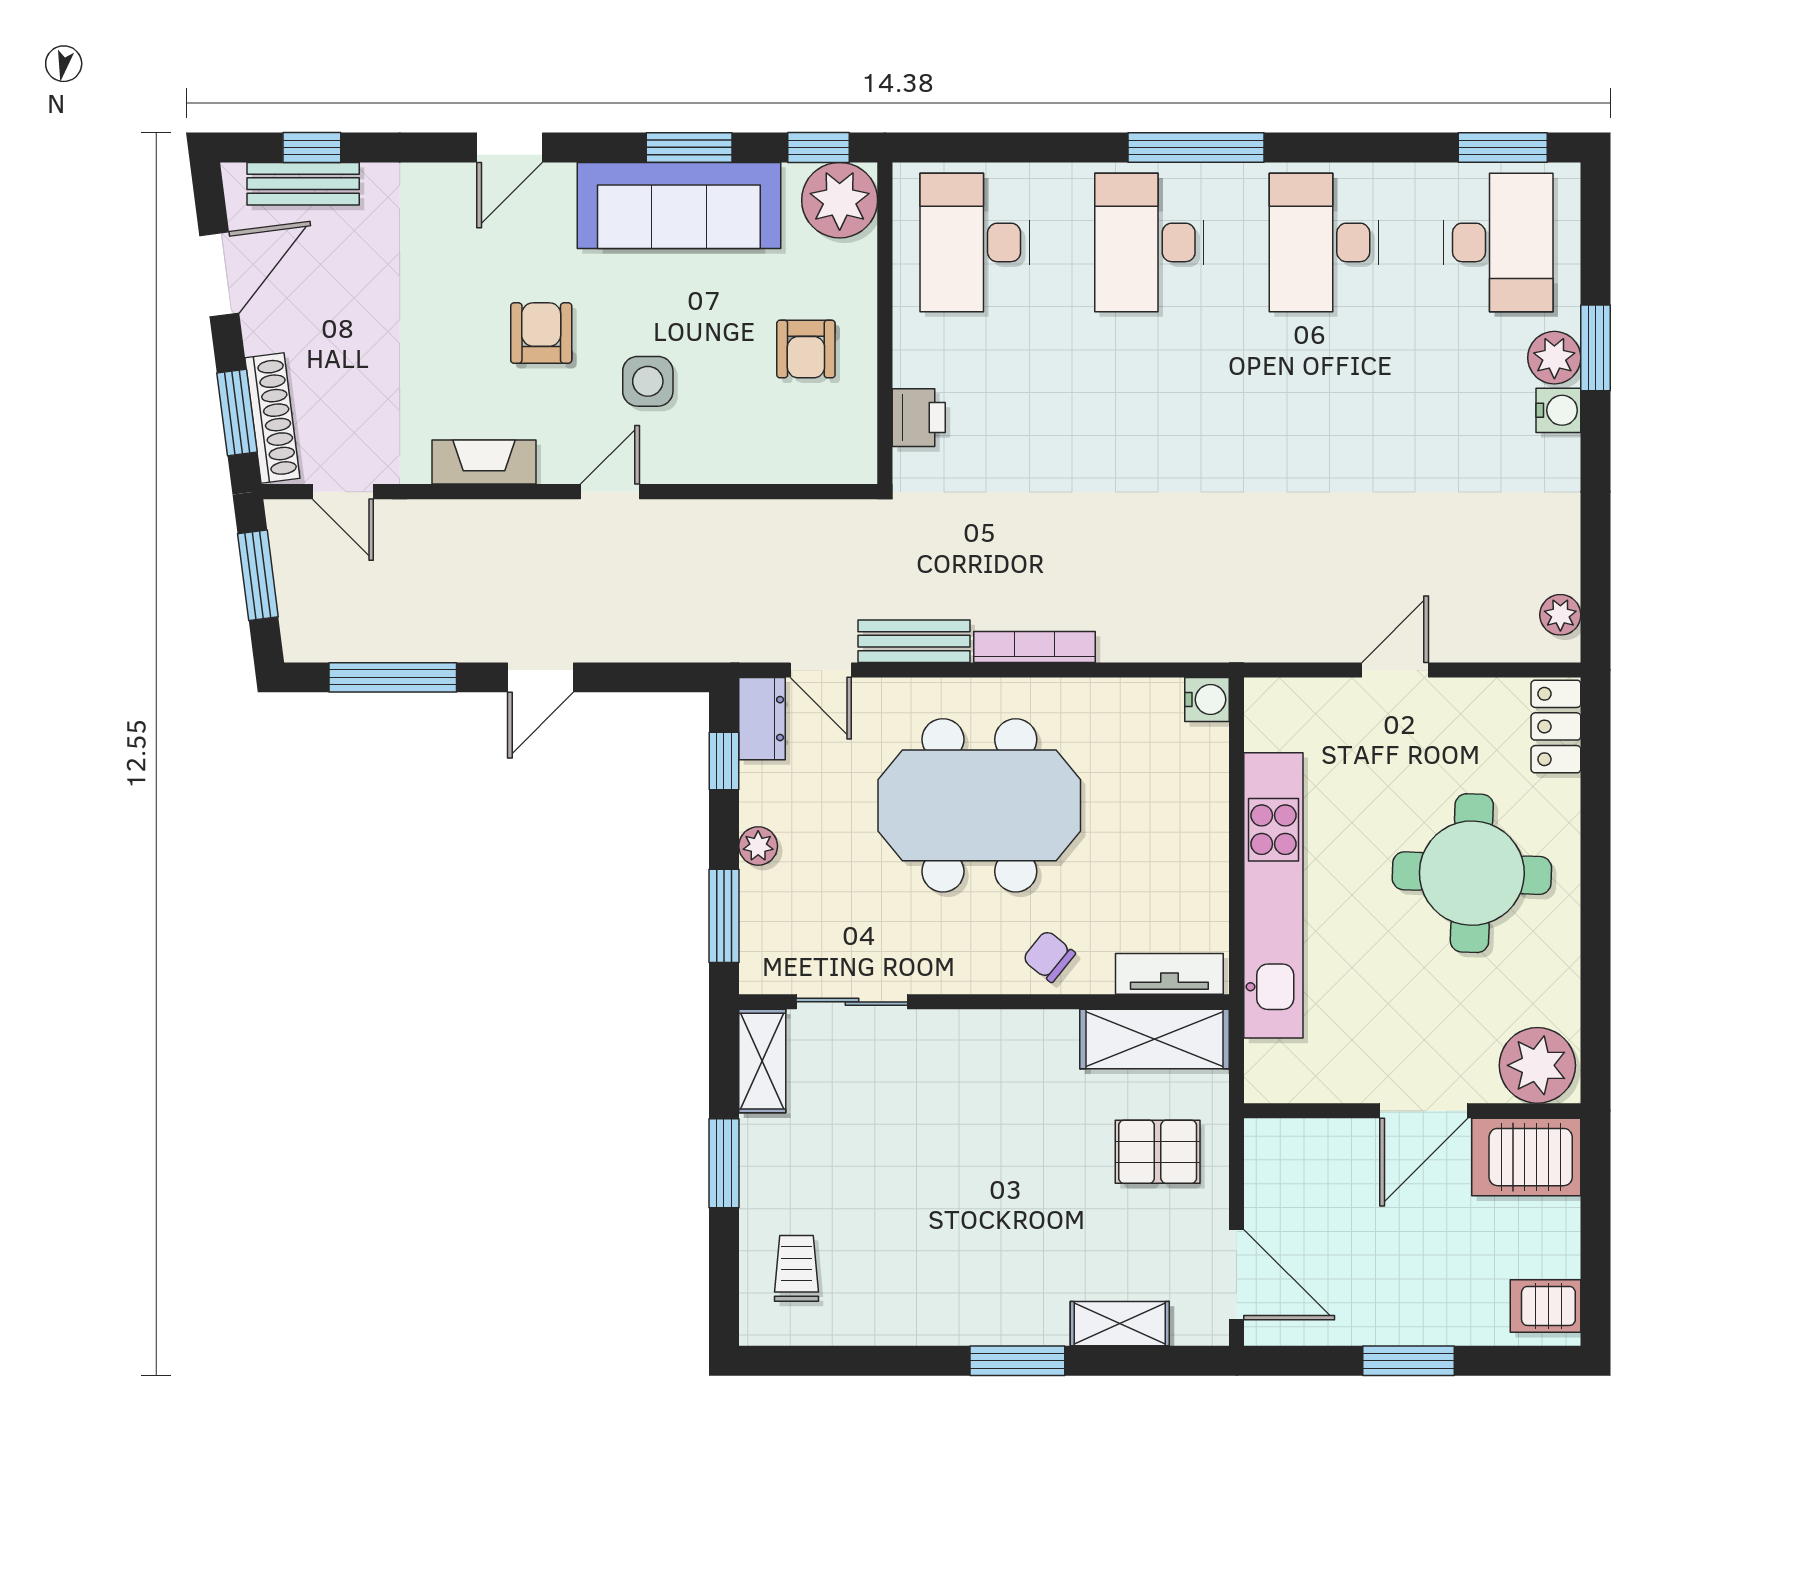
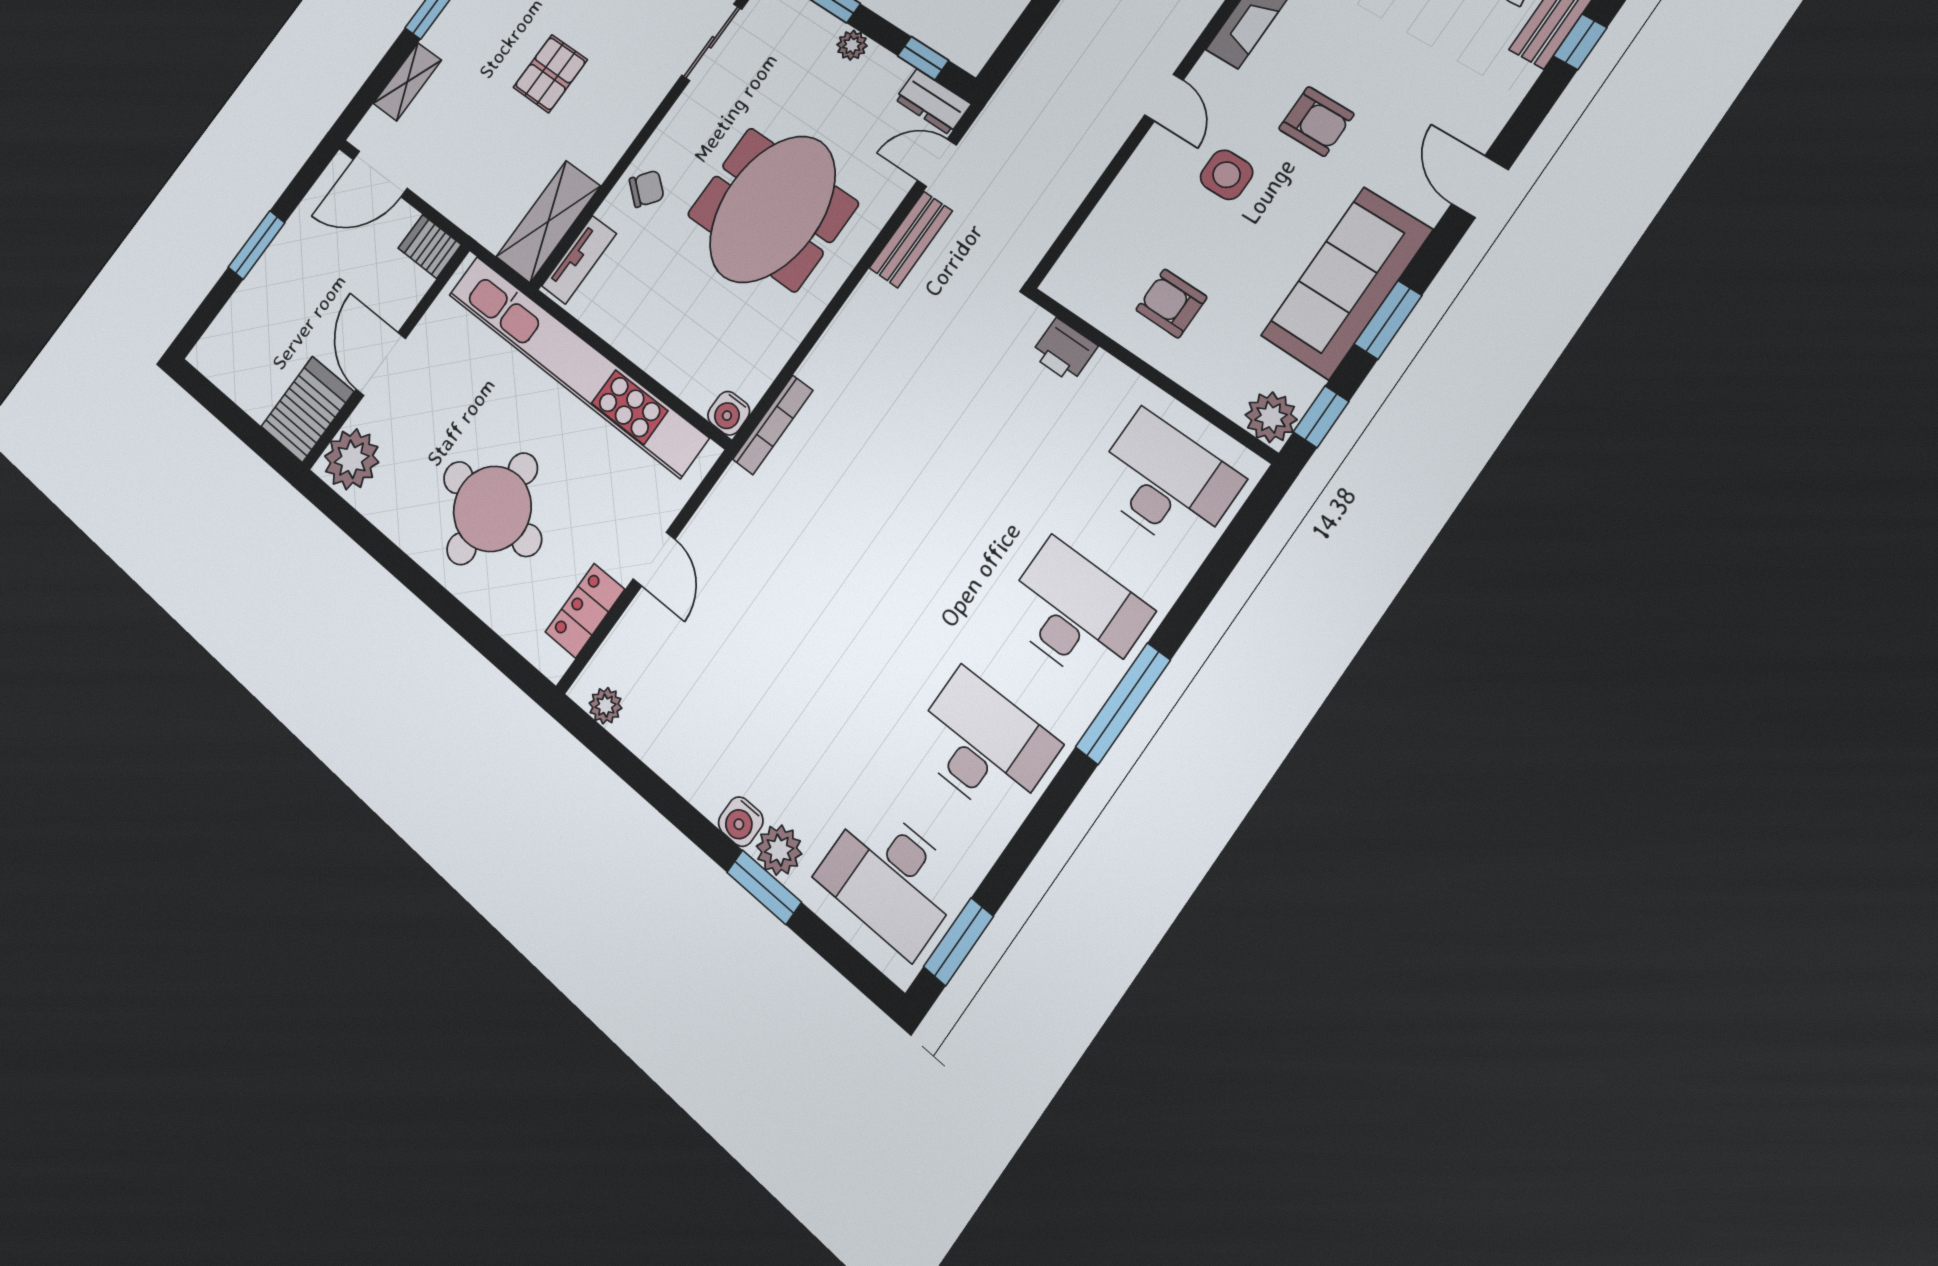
plant: (840, 200) -> (1271, 417), width x0.73, depth x0.73
bookcase: (1035, 647) -> (773, 425), moved
locker: (1556, 726) -> (585, 611), moved, turned -90
kitchen unit: (1273, 895) -> (576, 364), width x1.36
pallet: (1158, 1152) -> (550, 74), moved
server rack: (1546, 1306) -> (430, 246), moved, turned -90

